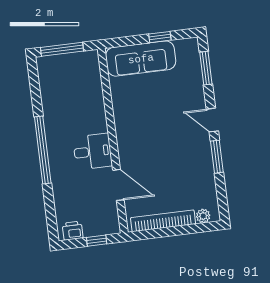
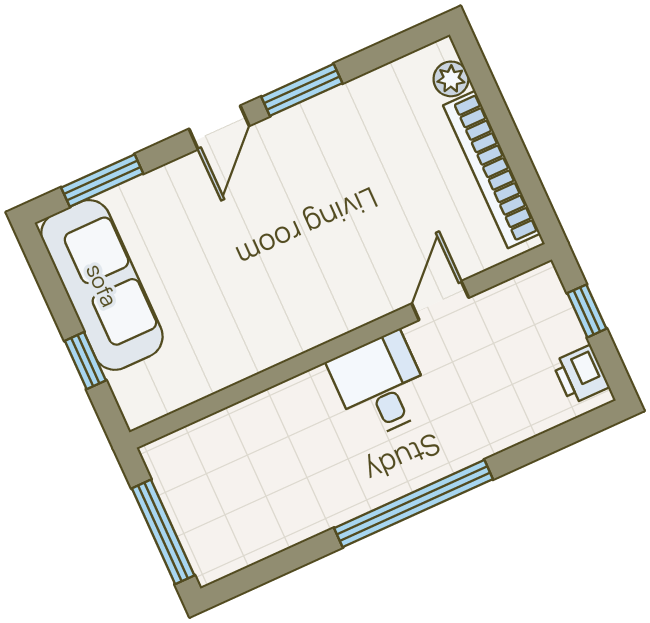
window: (160, 37) -> (85, 361), moved
sofa: (141, 59) -> (102, 285), moved
door: (118, 185) -> (440, 301), width x0.73

